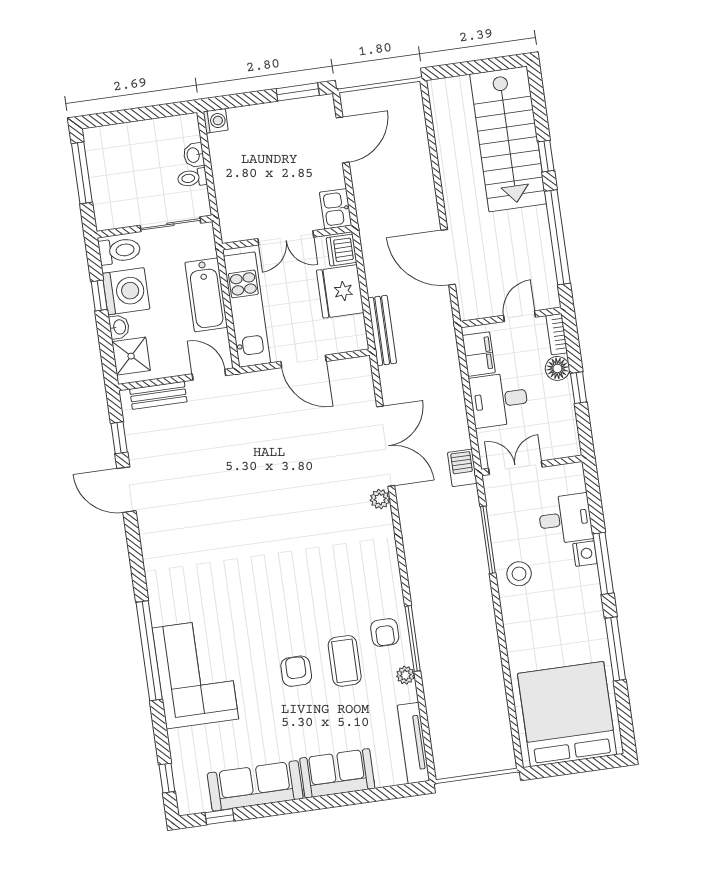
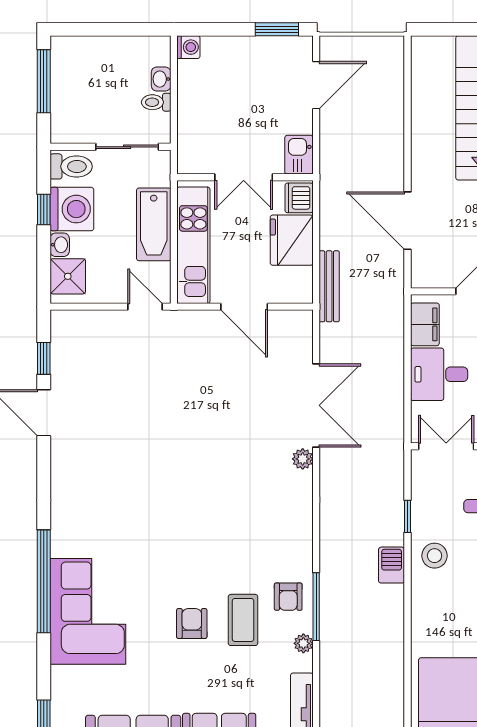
bench: (158, 395) -> (90, 321), removed
barbecue: (462, 468) -> (392, 565), moved
window: (488, 540) -> (407, 516), width x0.46

